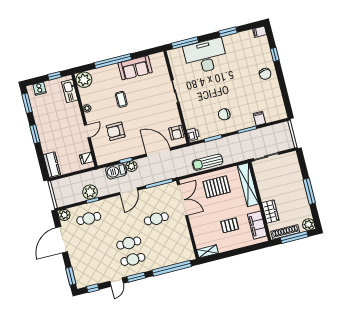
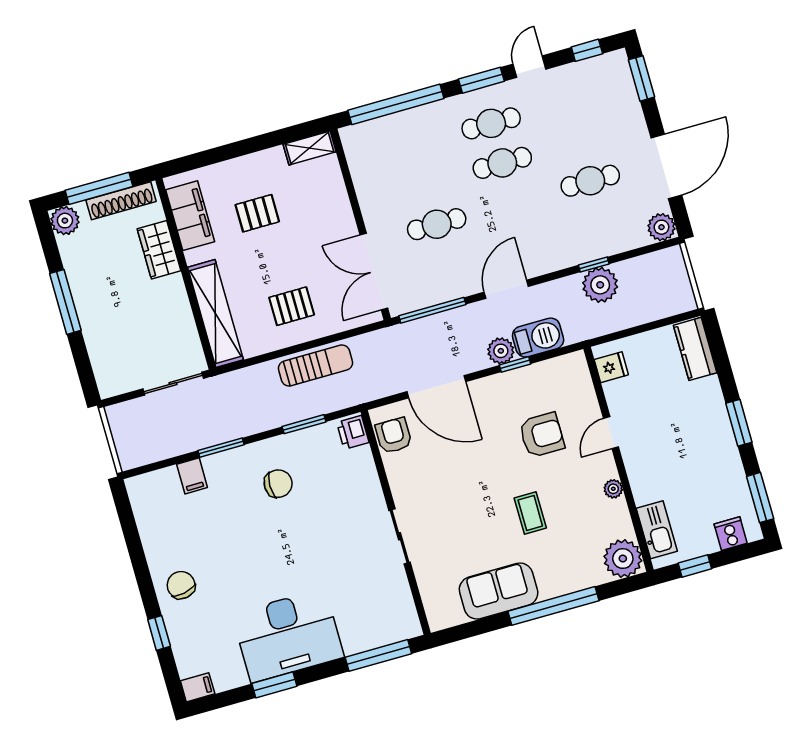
desk: (205, 56) -> (288, 635), moved
pallet: (217, 187) -> (292, 306), width x0.67, depth x0.71
cafe table: (89, 218) -> (590, 181), moved

